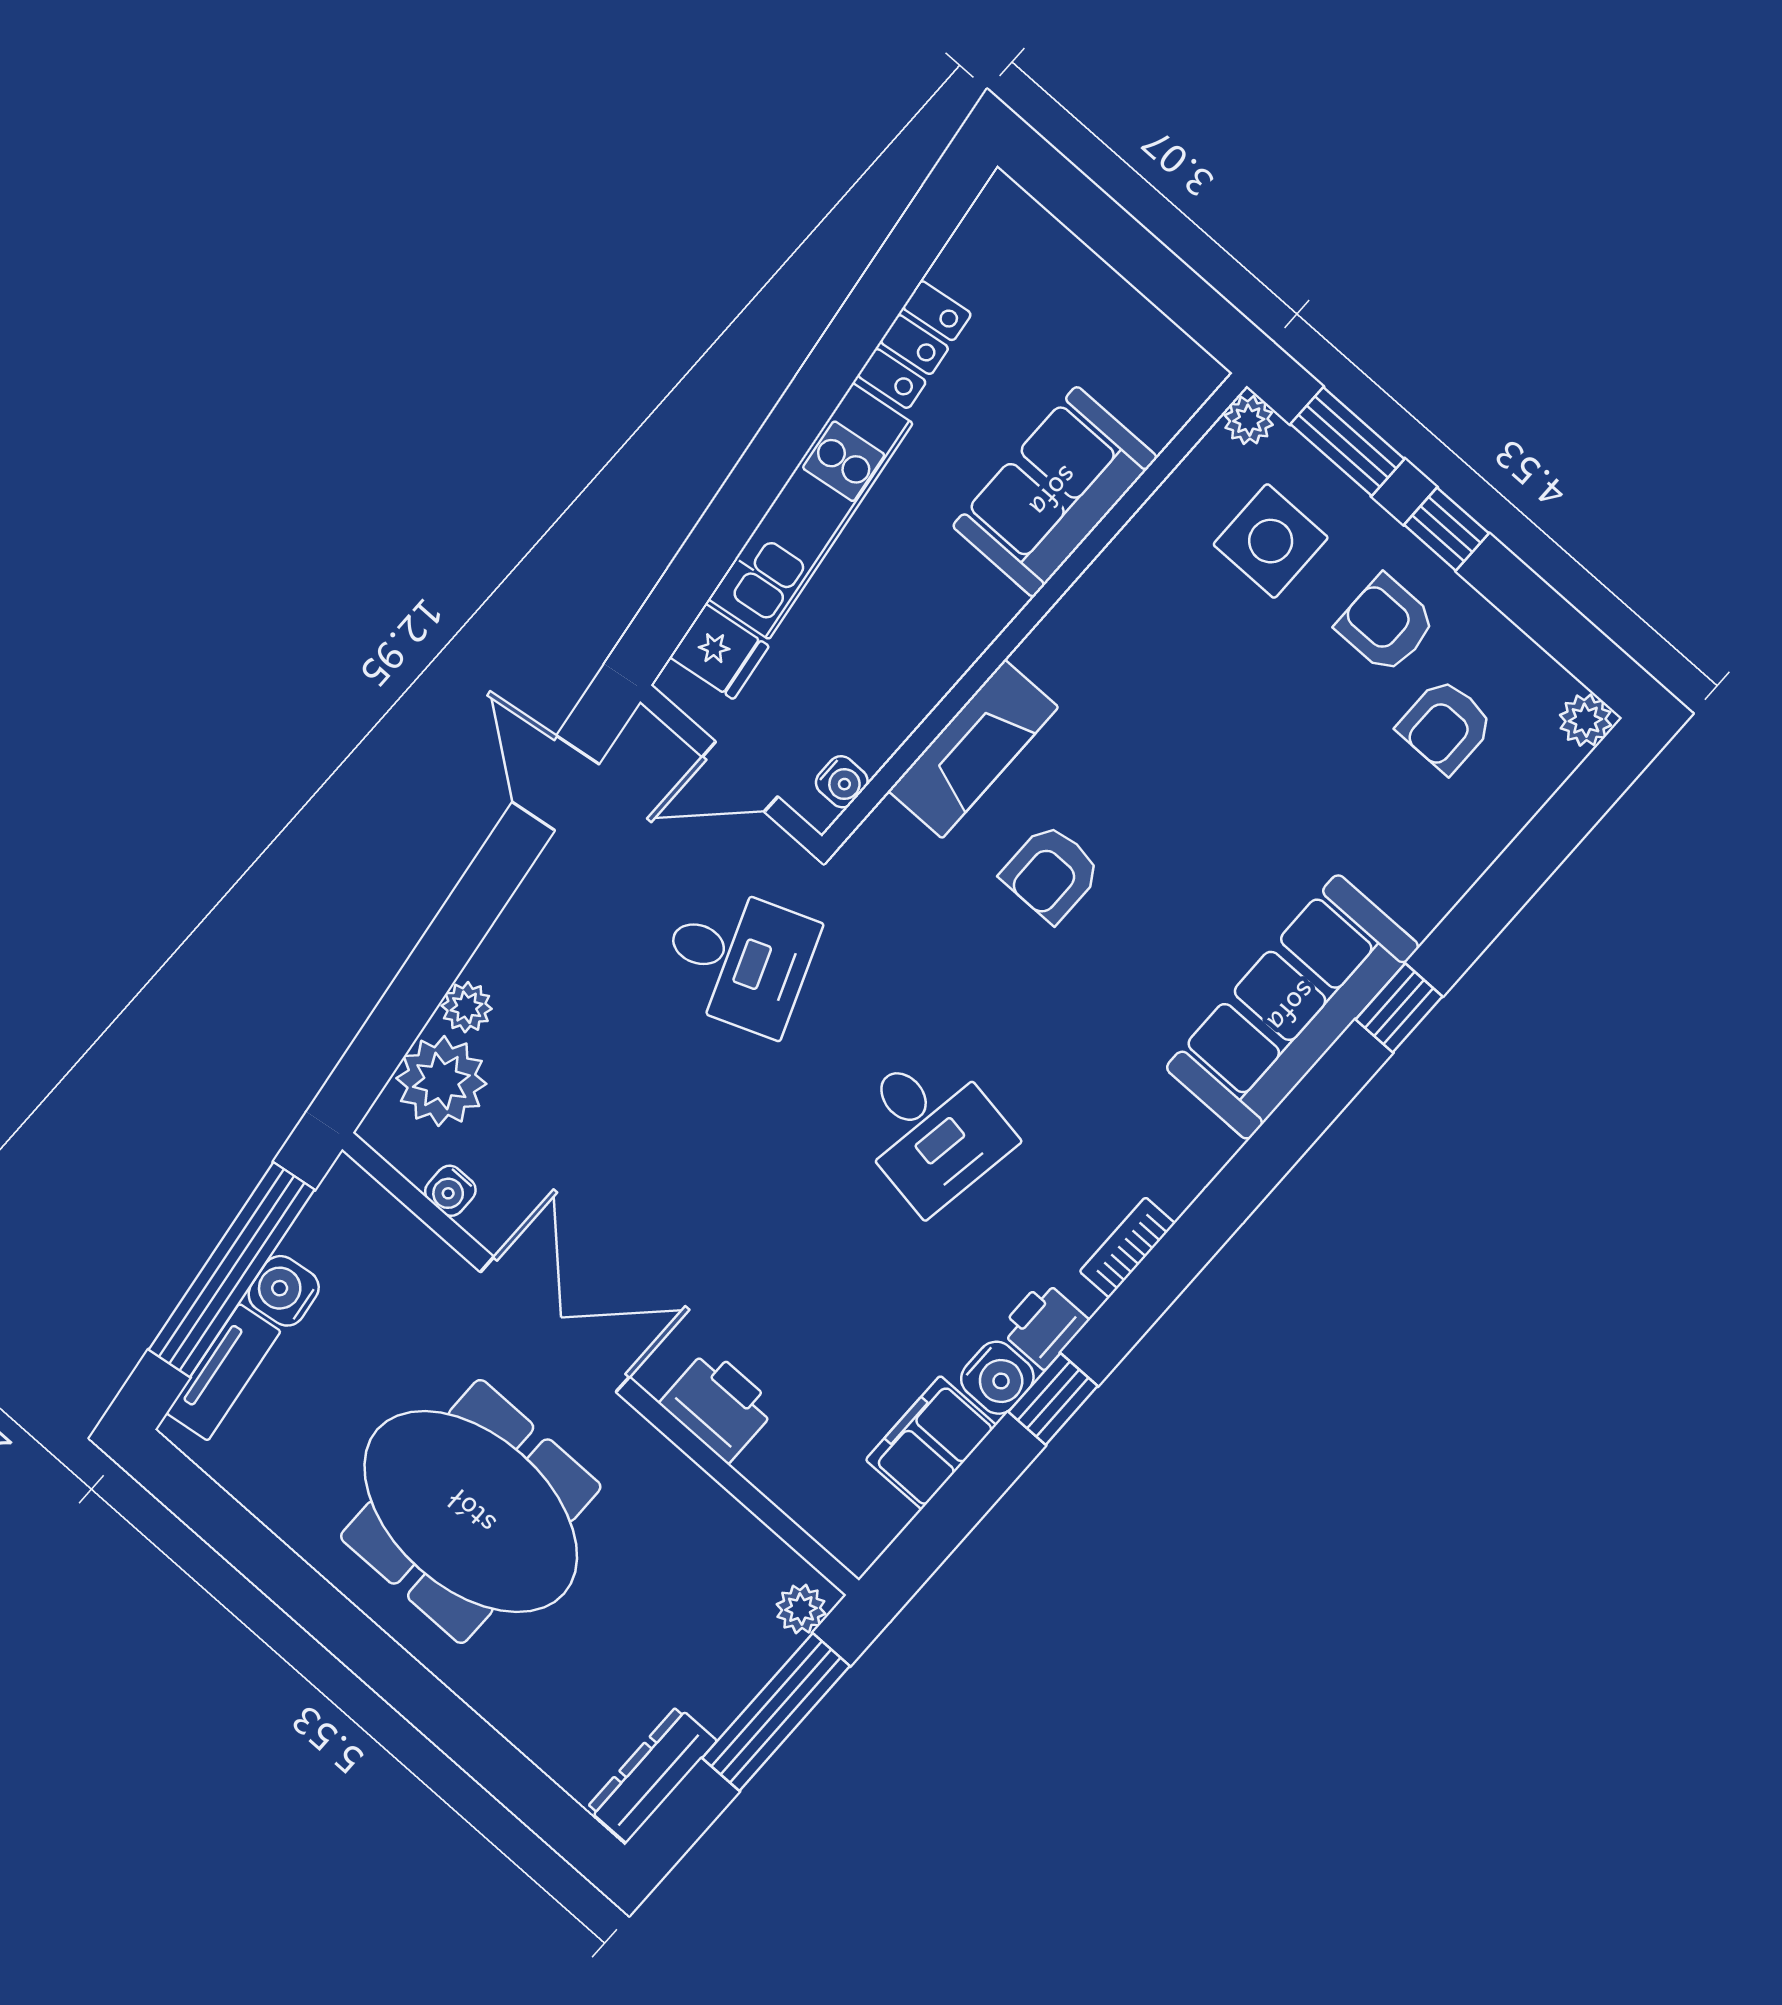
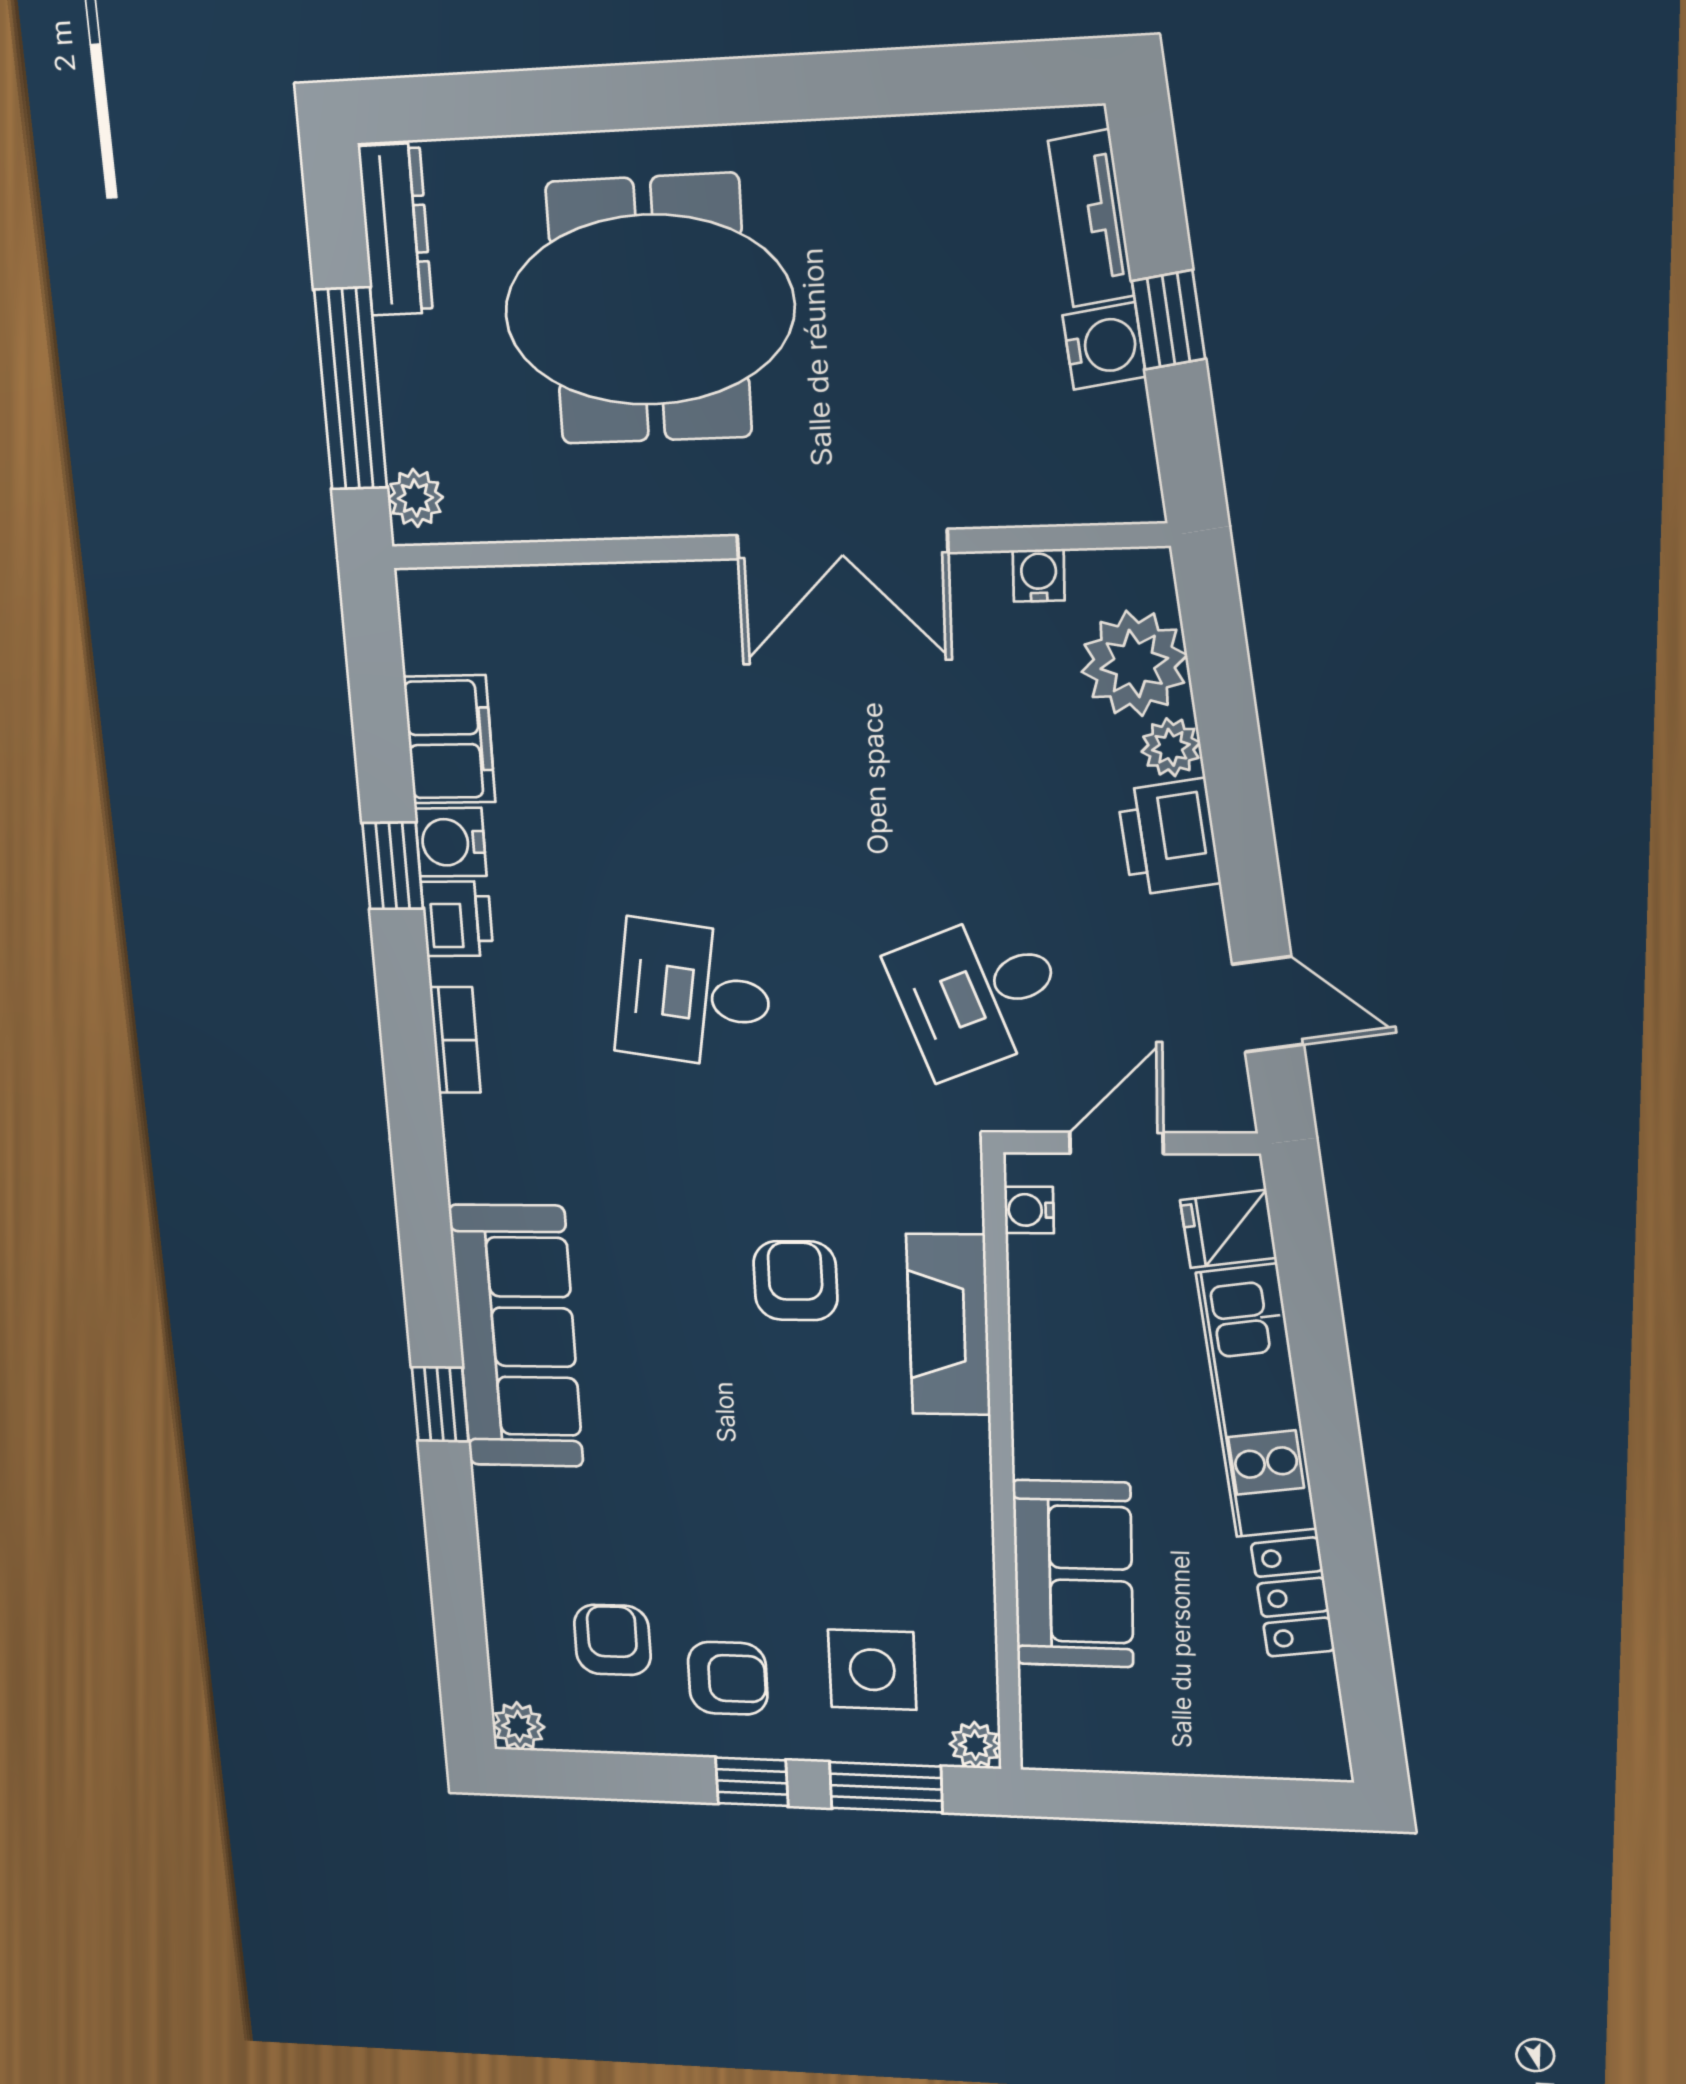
window: (232, 1270) -> (1169, 320), width x0.32
printer: (718, 1405) -> (1169, 837), moved, turned 82
meeting table: (471, 1512) -> (649, 310), moved

